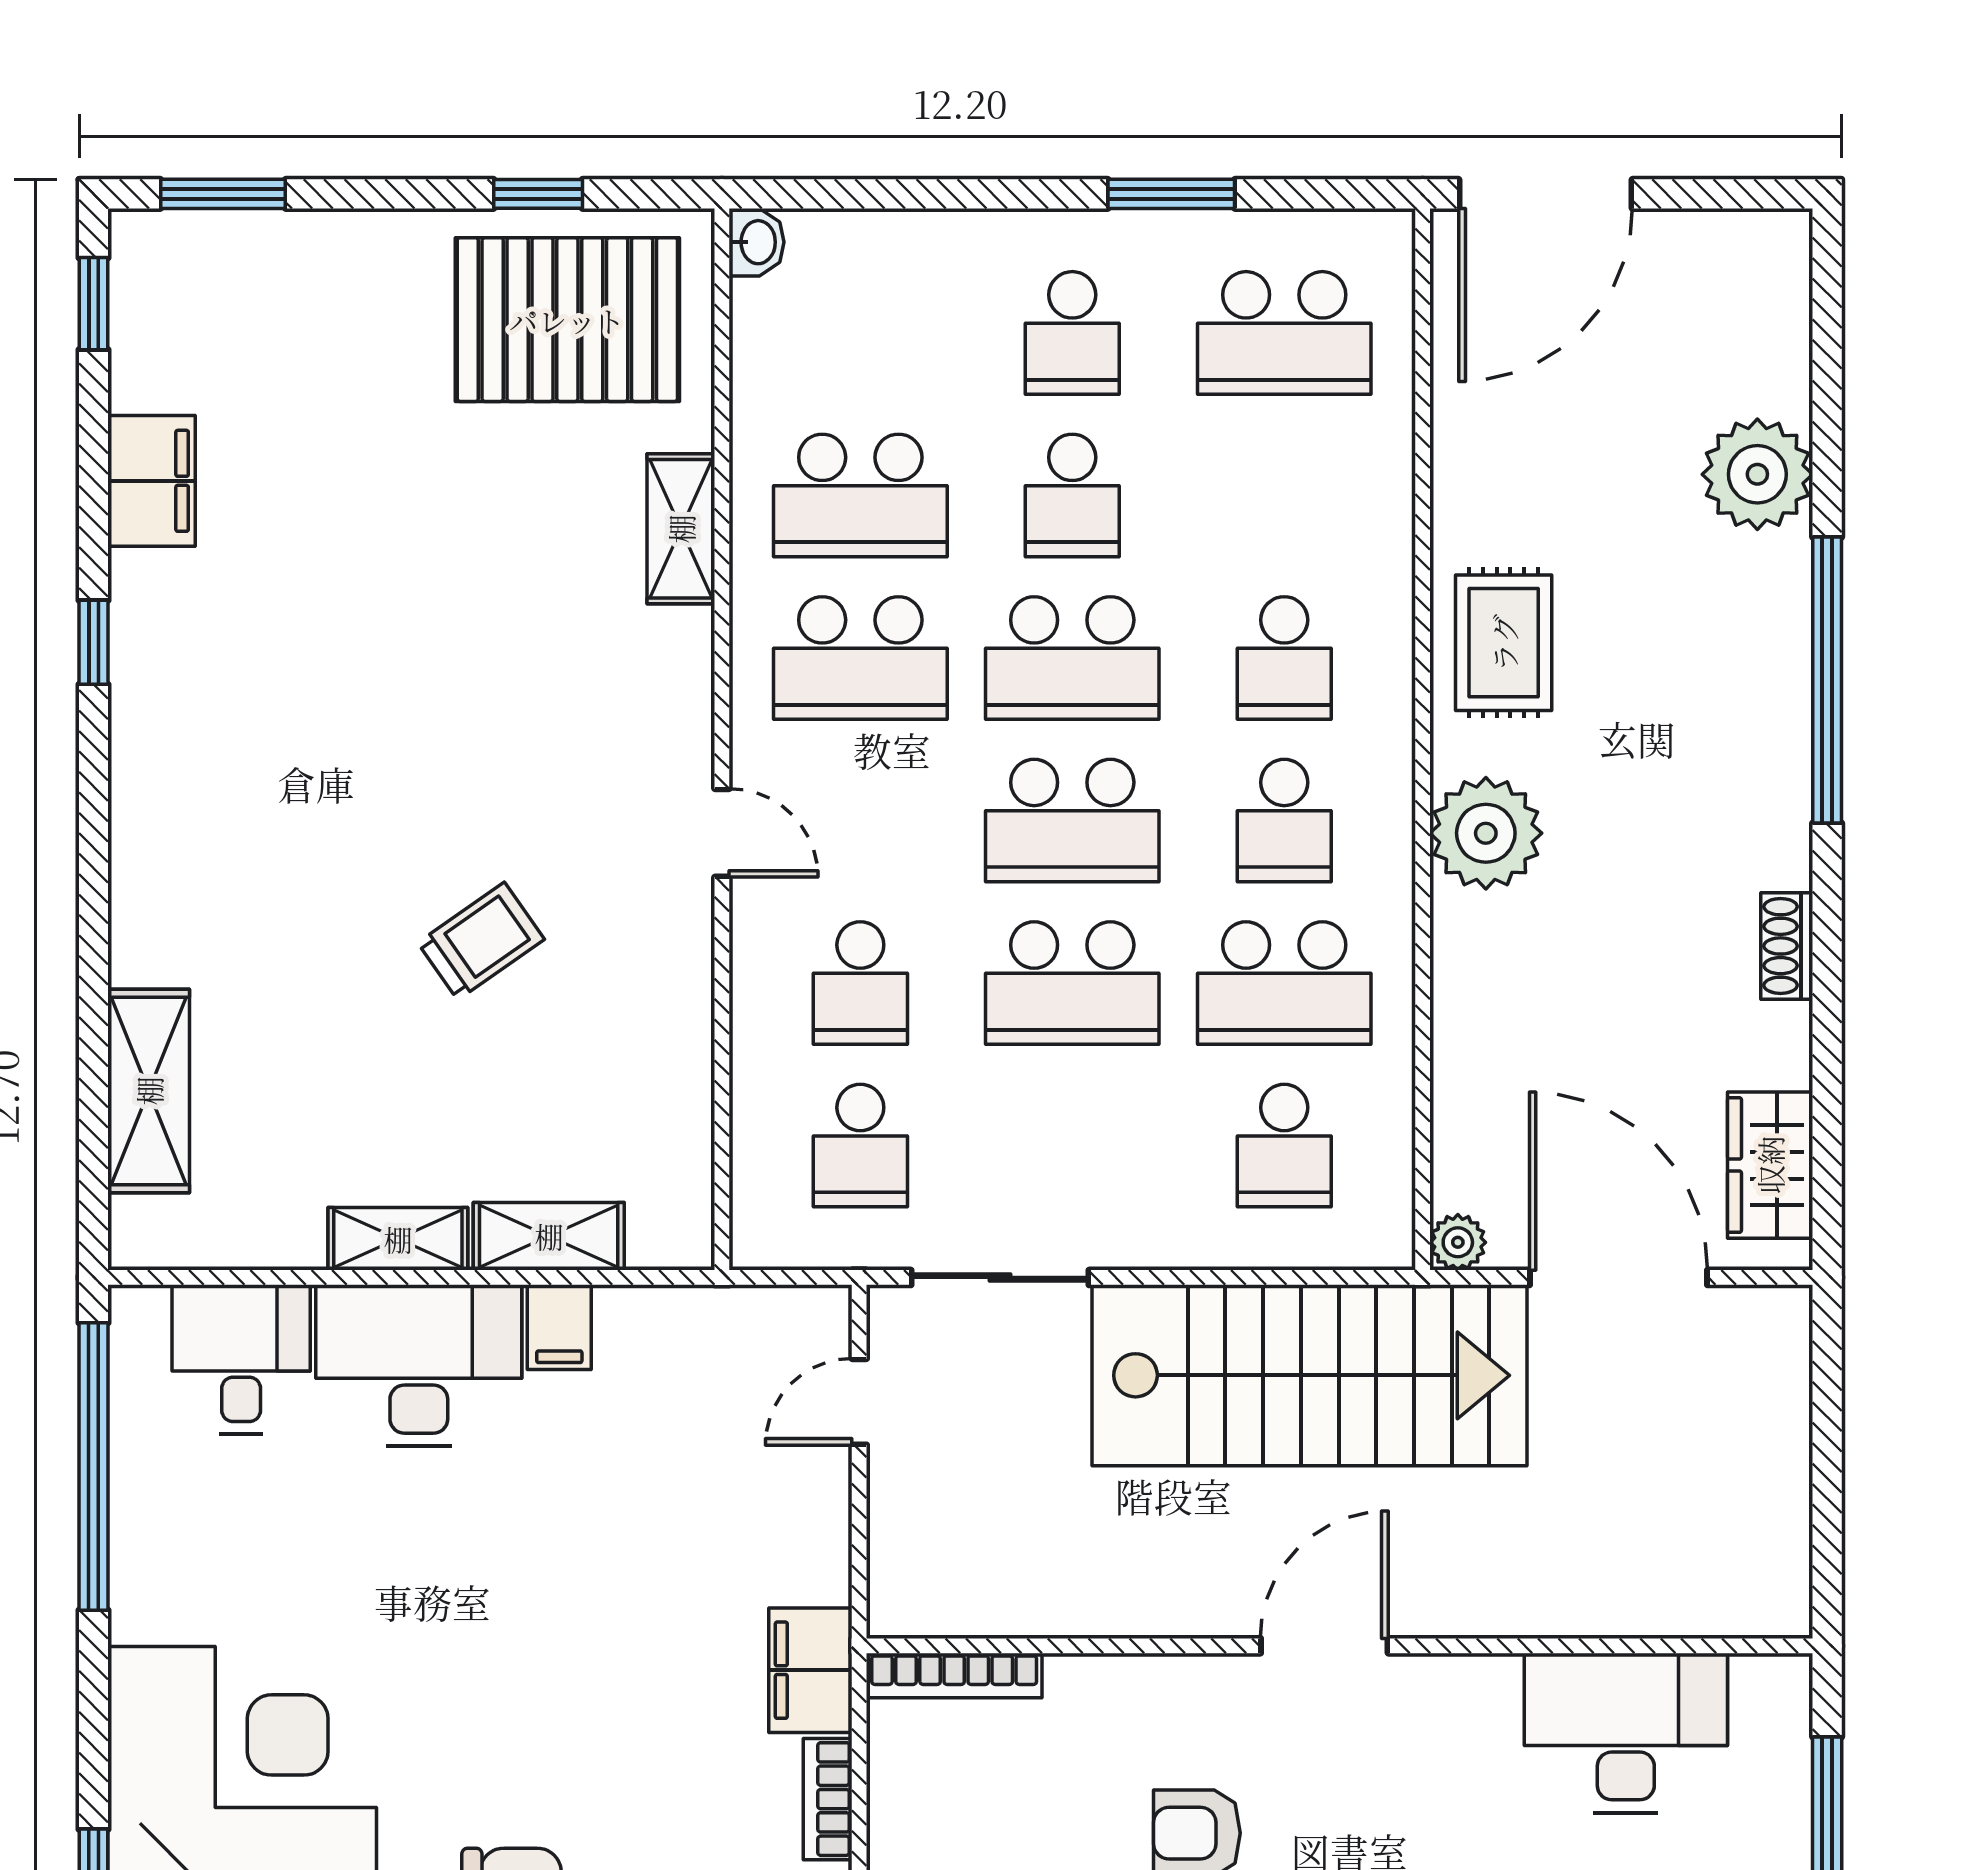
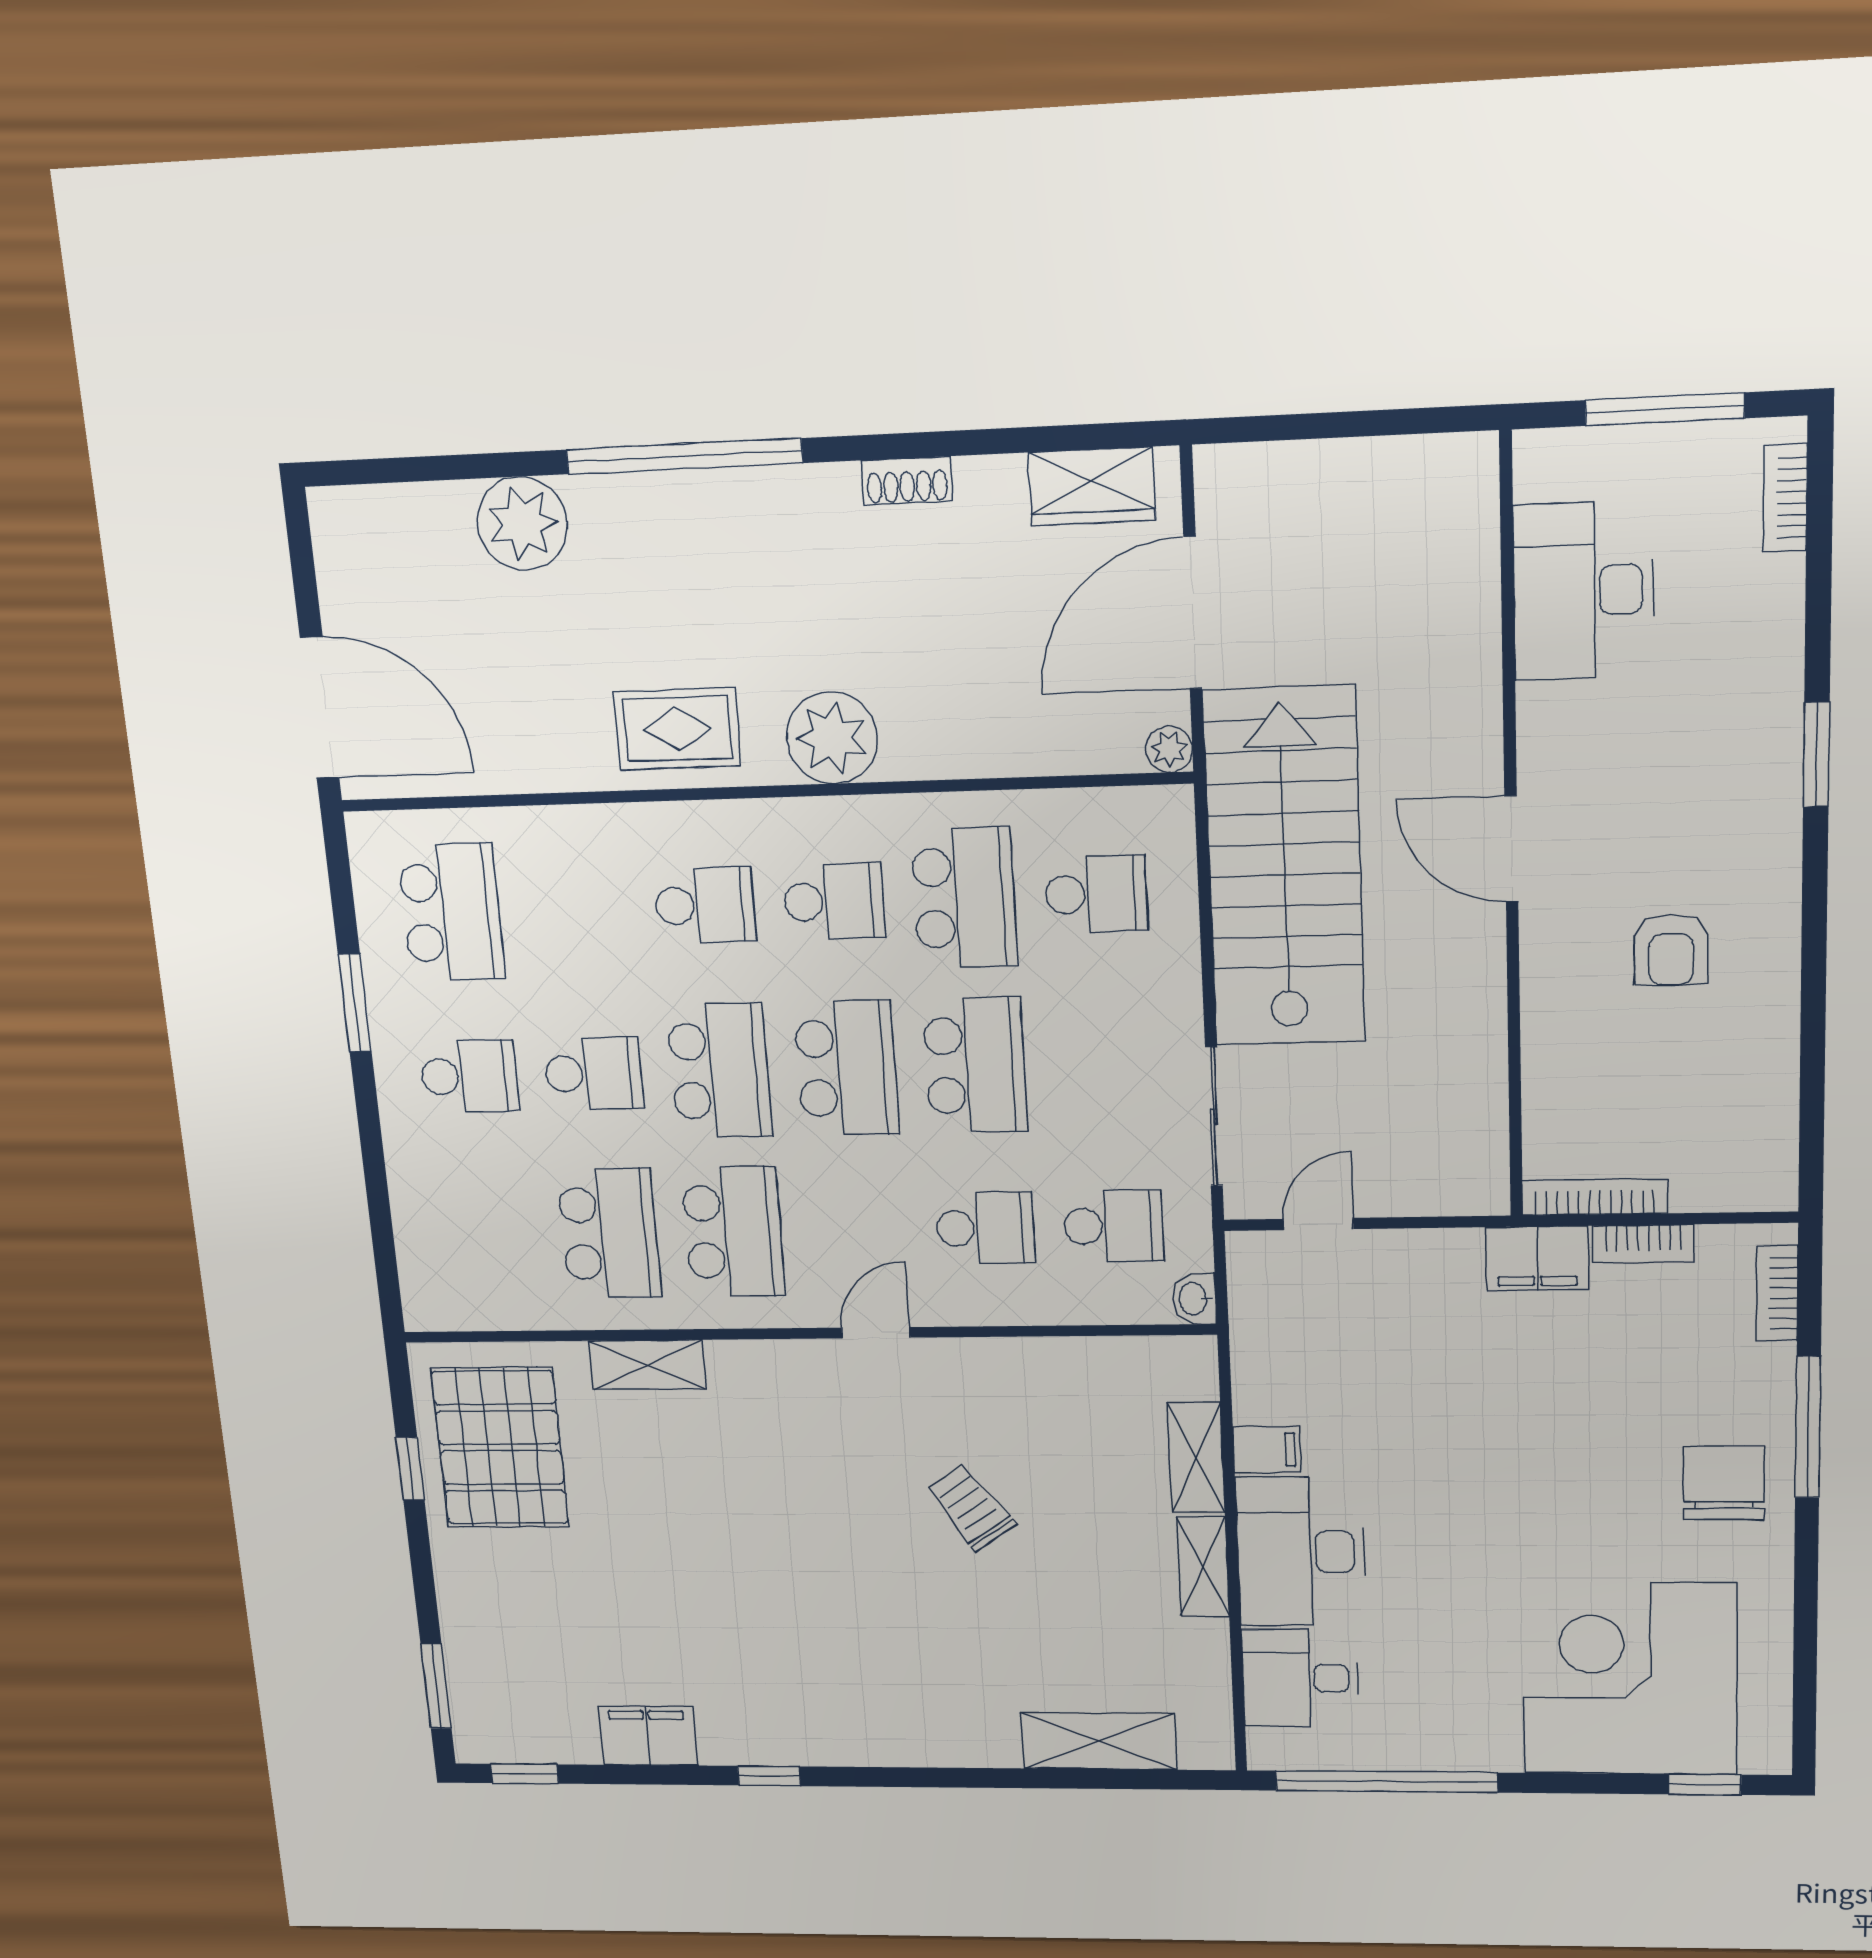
washbasin: (757, 242) -> (1194, 1299), moved, turned -90
door: (859, 1402) -> (1318, 1224), swing flipped
bookcase: (954, 1676) -> (1595, 1197), moved, turned -90

